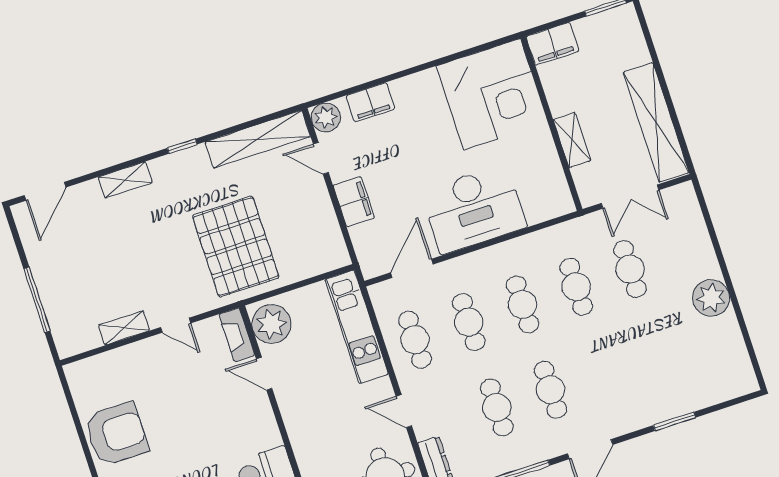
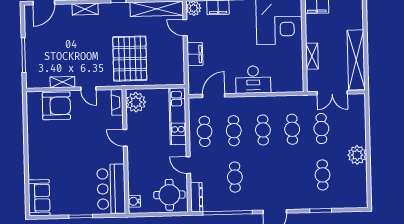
desk: (474, 209) -> (253, 80), width x0.73, depth x0.77
door: (264, 374) -> (125, 138), moved
cafe table: (551, 390) -> (322, 175), moved
armchair: (116, 434) -> (56, 106), moved

